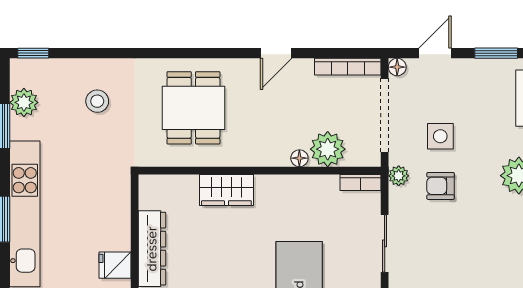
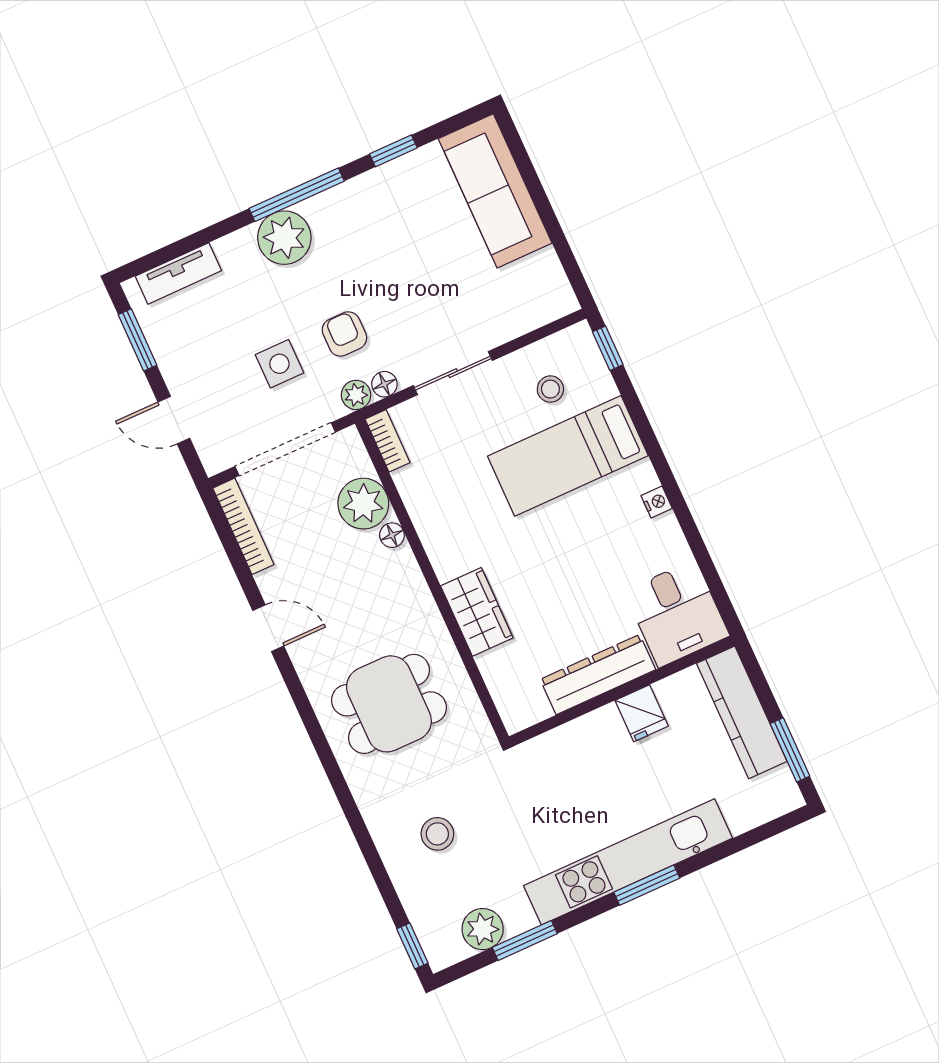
floor lamp: (397, 67) -> (384, 384), moved
armchair: (441, 186) -> (344, 334), turned 180

